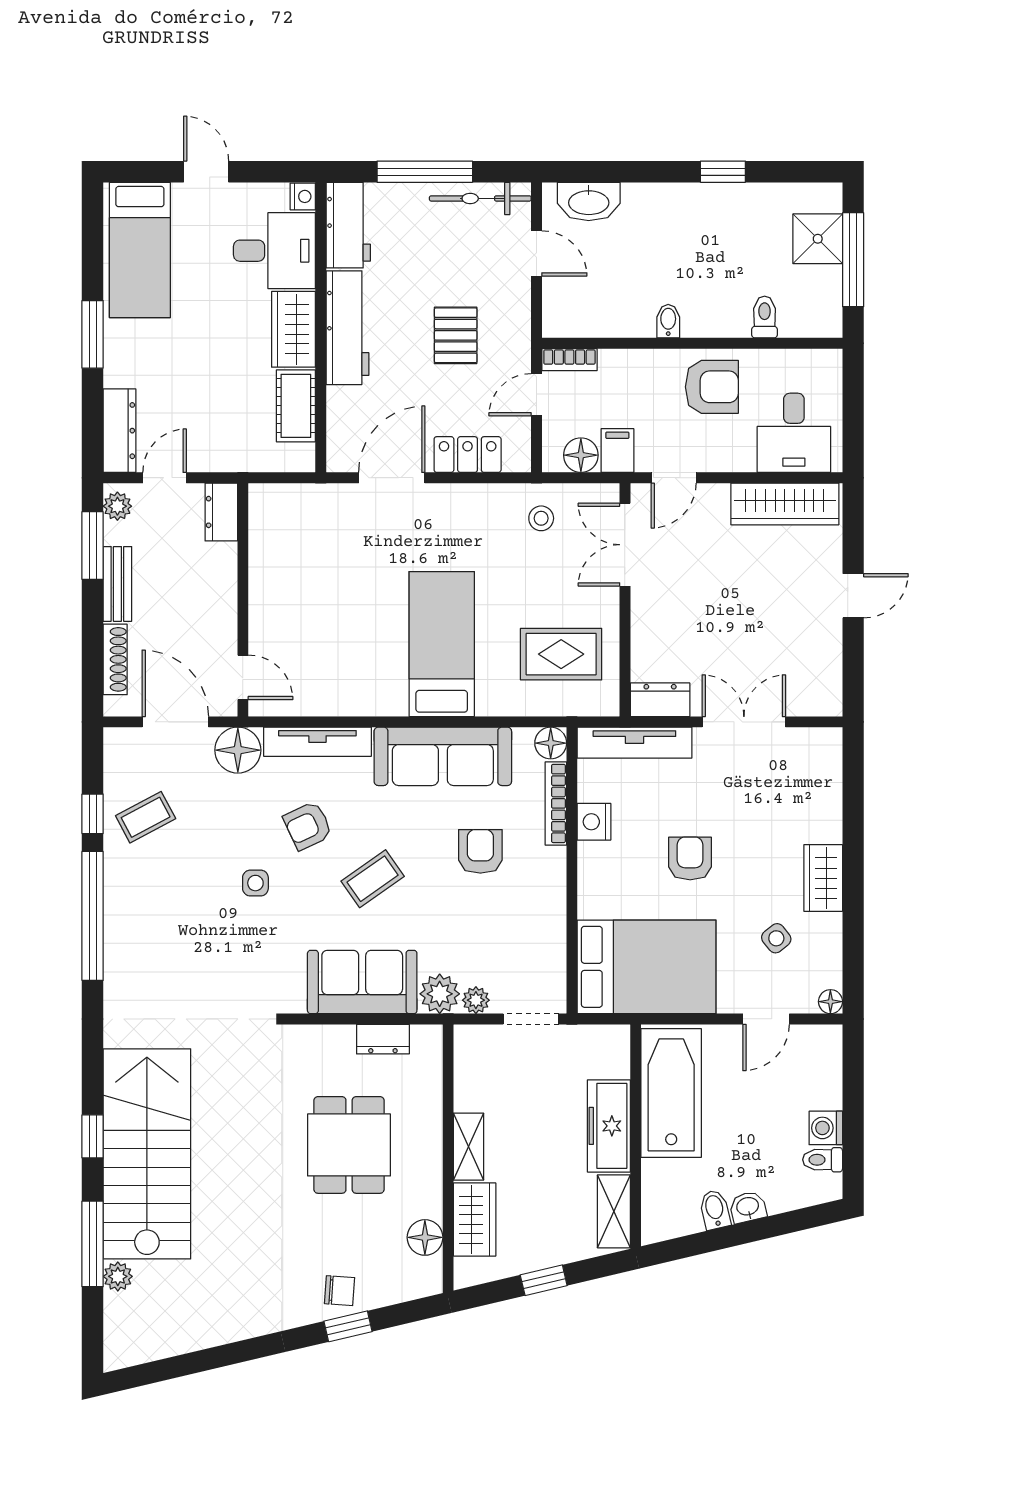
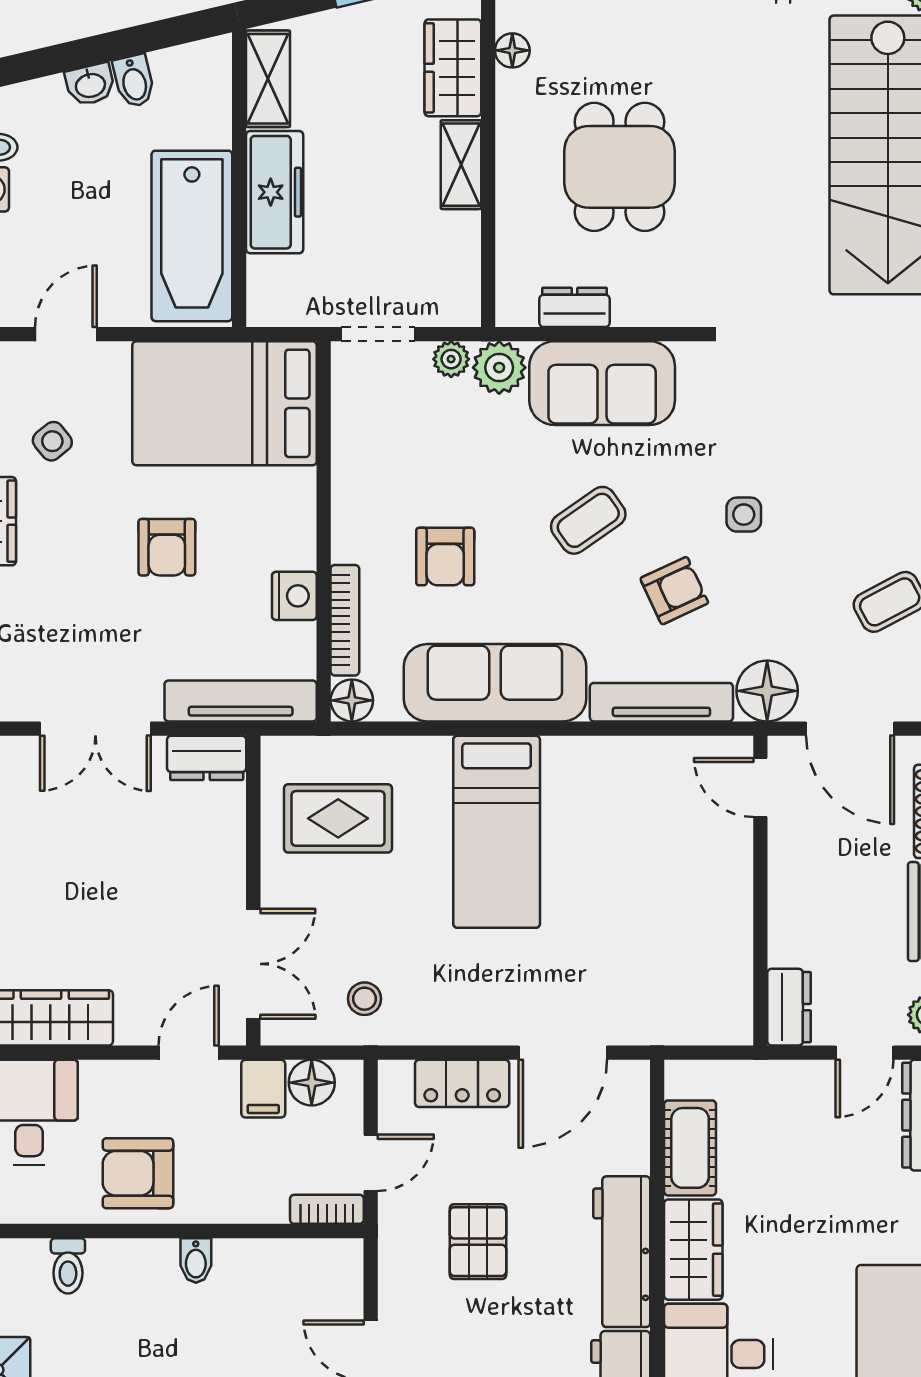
floor lamp: (425, 1237) -> (512, 50), width x0.73, depth x0.73

